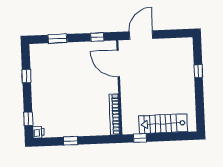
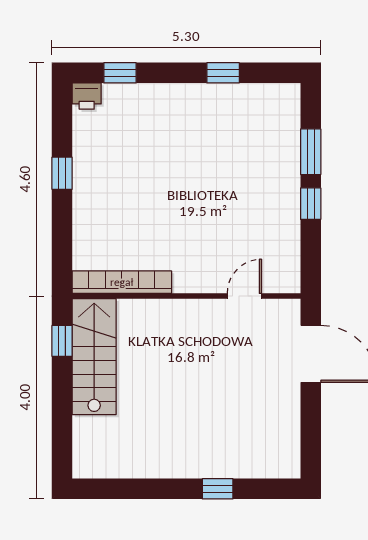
window: (97, 37) -> (311, 204), moved
door: (118, 63) -> (244, 296), width x0.53
stairs: (163, 124) -> (94, 357), moved

